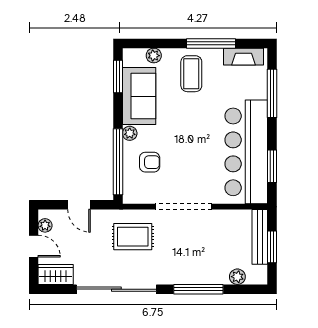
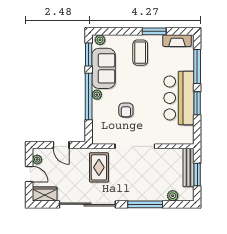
window: (211, 43) -> (154, 31), width x0.69
plant: (154, 56) -> (100, 40), moved
bar counter: (246, 152) -> (179, 98), width x0.73
window: (118, 162) -> (89, 96), moved
armchair: (150, 162) -> (126, 110), moved, turned 90
window: (272, 166) -> (197, 103), moved
rug: (133, 237) -> (99, 167), turned 90

